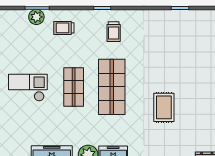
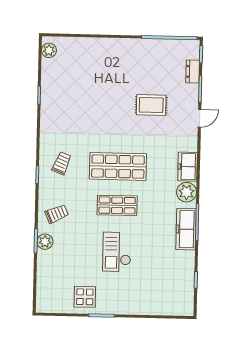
trolley: (64, 28) -> (57, 214), turned -114
trolley: (114, 32) -> (62, 163), turned -68
rug: (164, 107) -> (151, 105), moved

